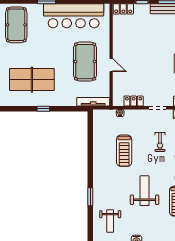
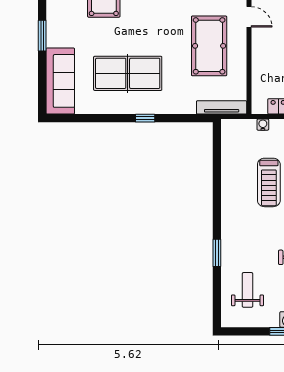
door: (111, 65) -> (249, 17), moved
weight bench: (110, 221) -> (247, 290), turned 180

